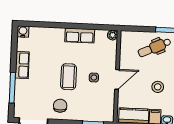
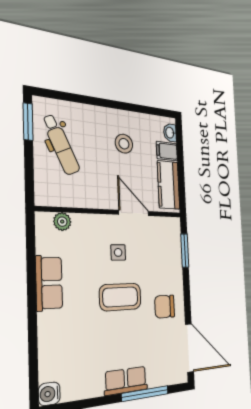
plant: (113, 35) -> (62, 222), moved
row of seats: (22, 65) -> (126, 381), moved
door: (117, 79) -> (134, 213), moved

